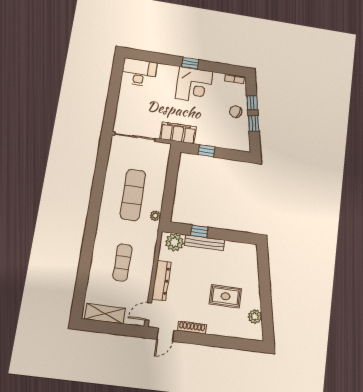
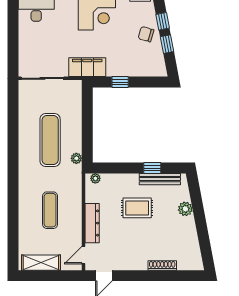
window: (199, 231) -> (152, 168), moved
plant: (174, 242) -> (95, 178), width x0.53, depth x0.53
bench: (204, 243) -> (160, 179), moved
rug: (225, 296) -> (137, 208), moved
plant: (255, 316) -> (185, 209), moved
shoe rack: (192, 328) -> (162, 265), moved

